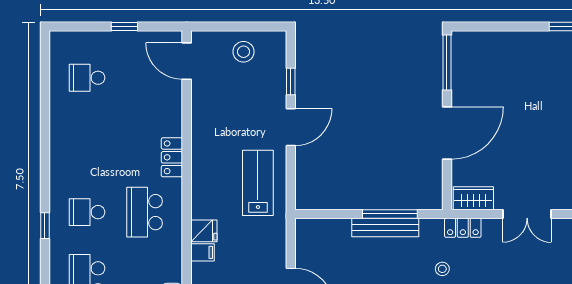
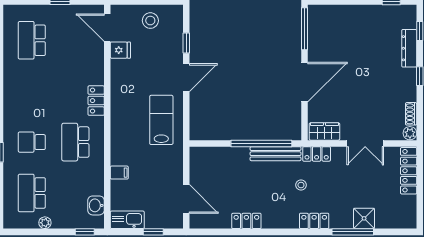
school desk: (87, 78) -> (32, 40), width x1.85
window: (390, 214) -> (261, 143), width x1.46
bench: (385, 227) -> (276, 154), moved
fridge: (204, 231) -> (120, 50), moved

